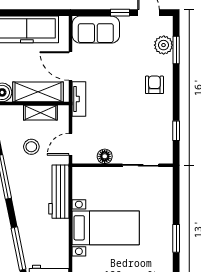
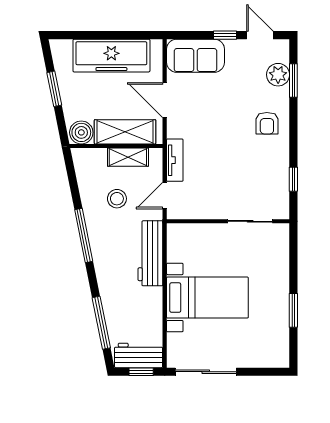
armchair: (154, 85) -> (267, 123), turned 180
tv unit: (79, 99) -> (175, 160), moved
floor lamp: (105, 156) -> (206, 210), removed

